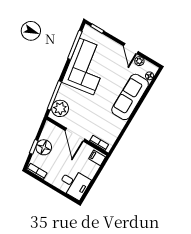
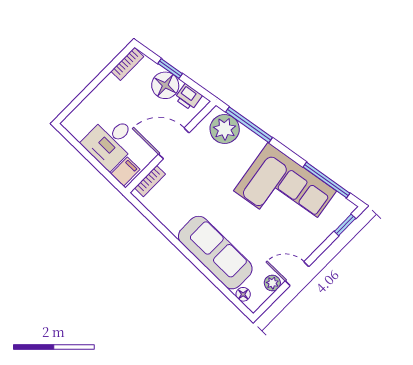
printer: (47, 133) -> (188, 97), added
desk: (74, 184) -> (110, 142), moved

